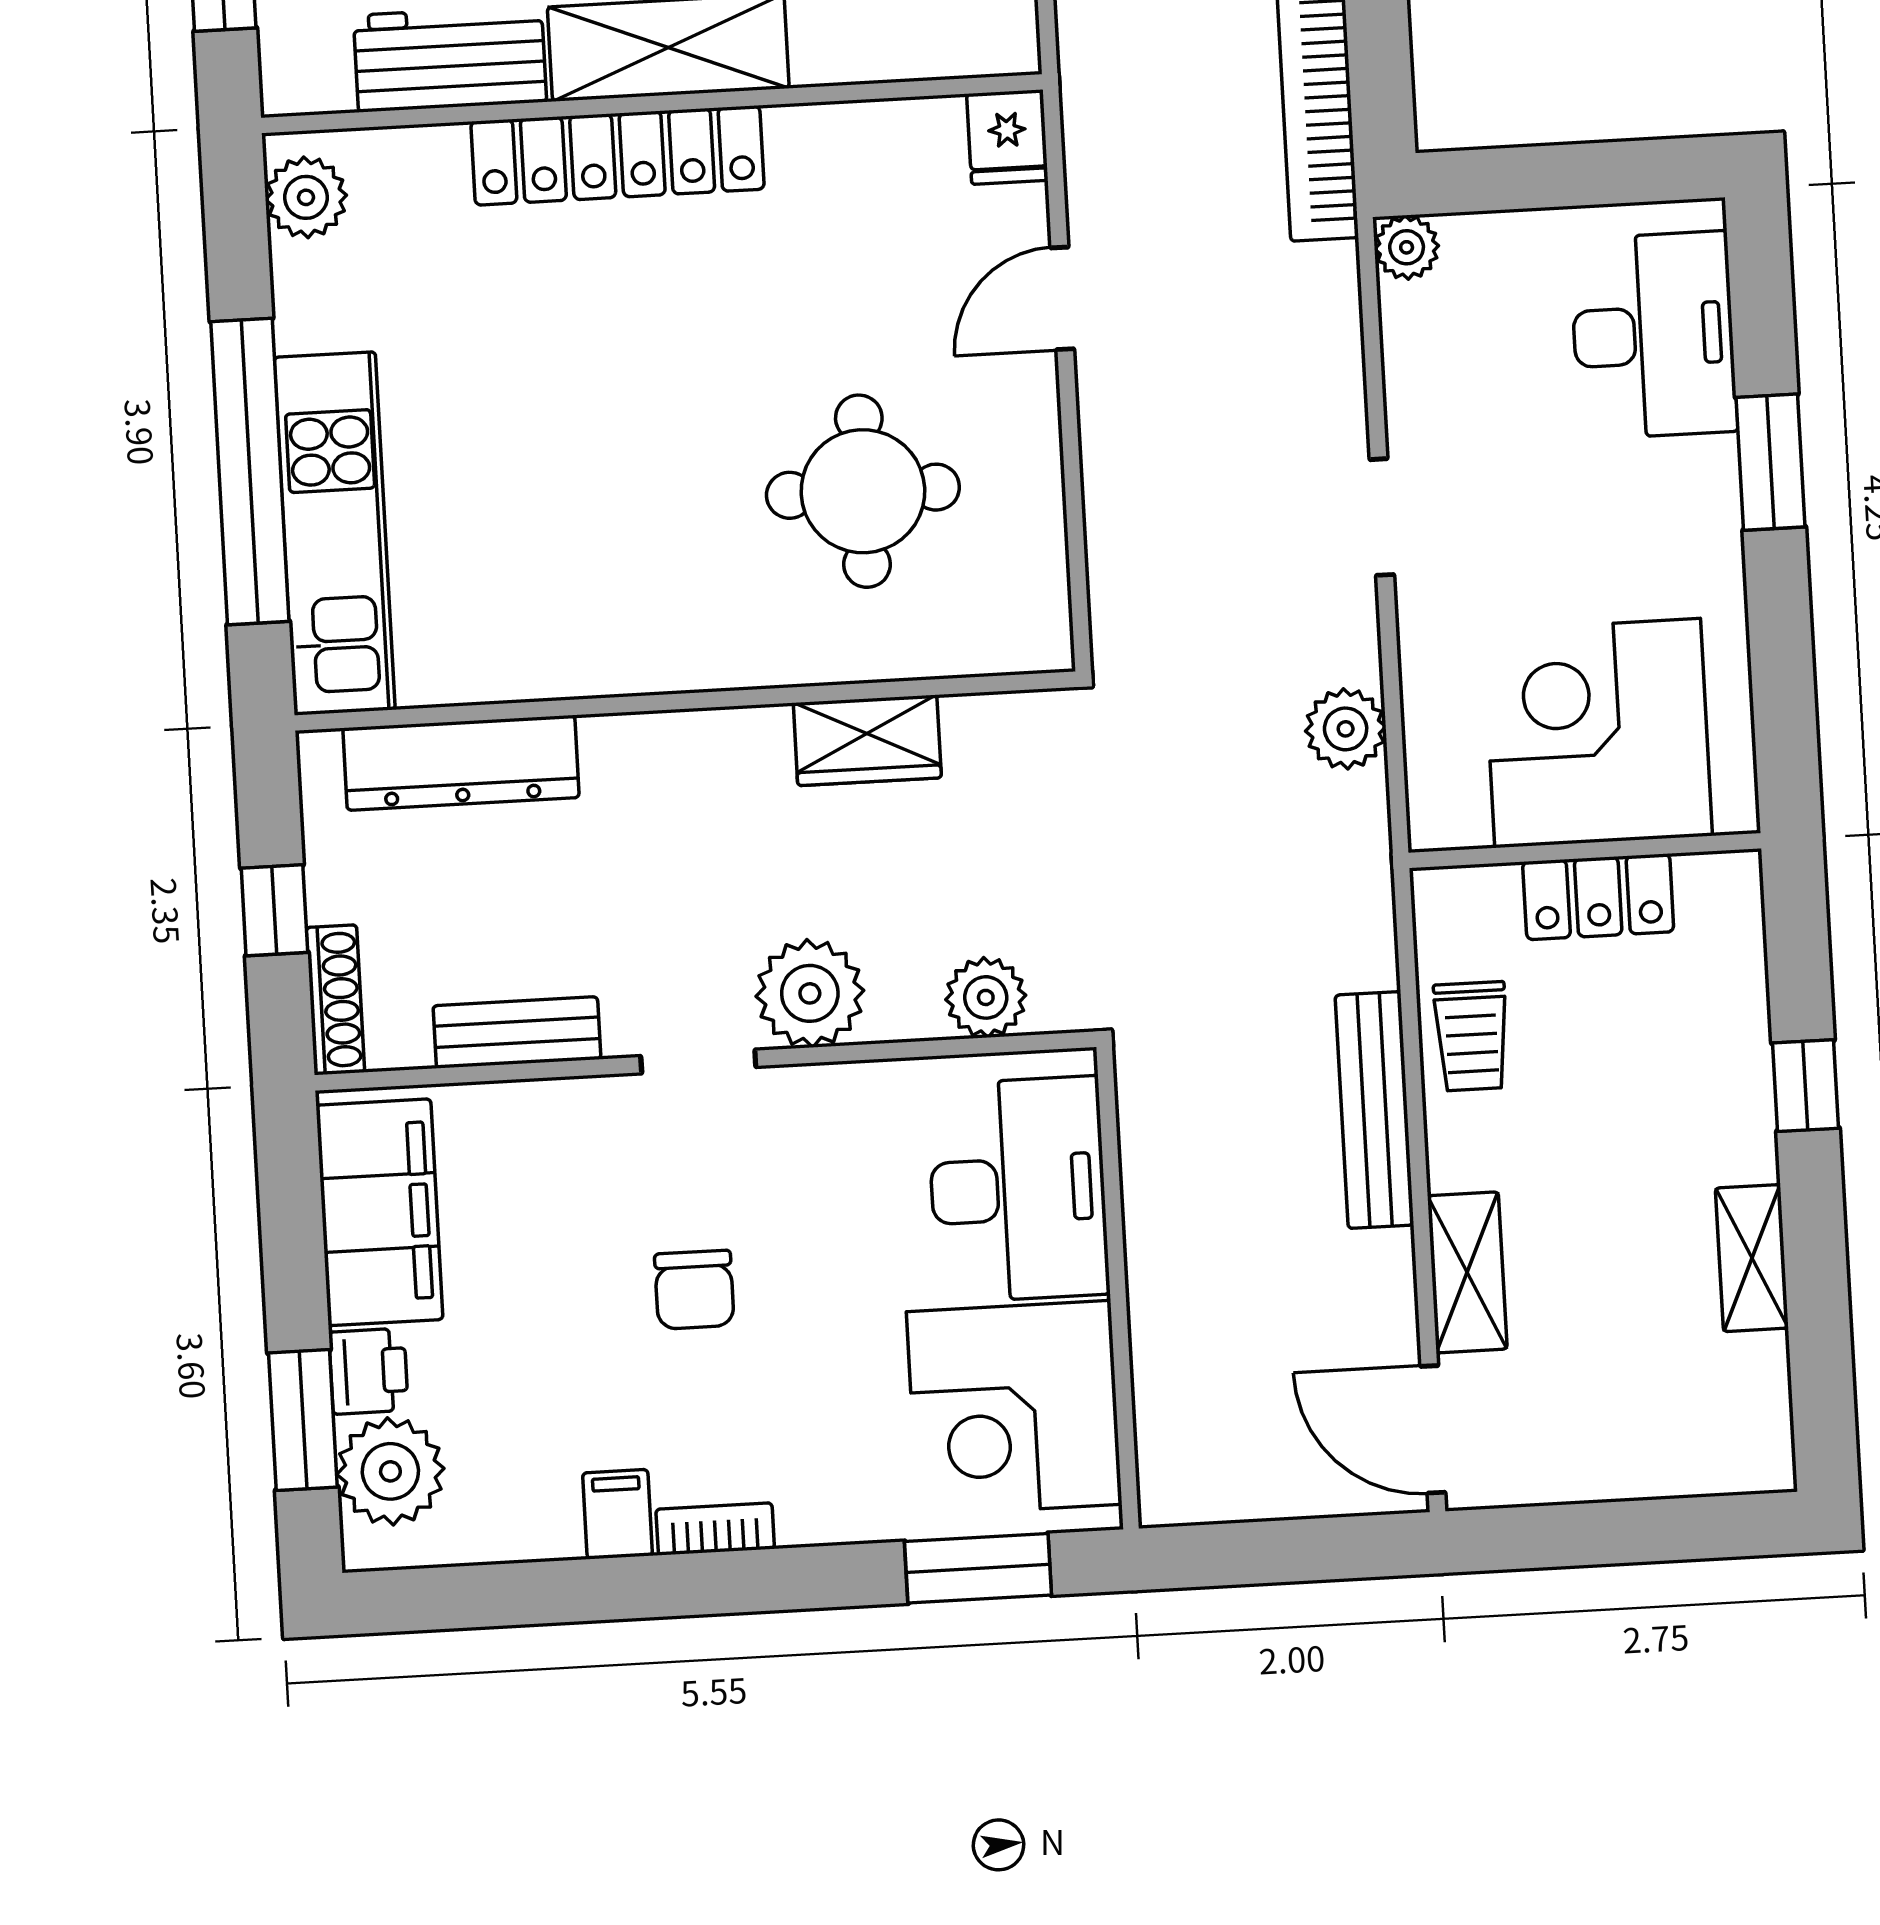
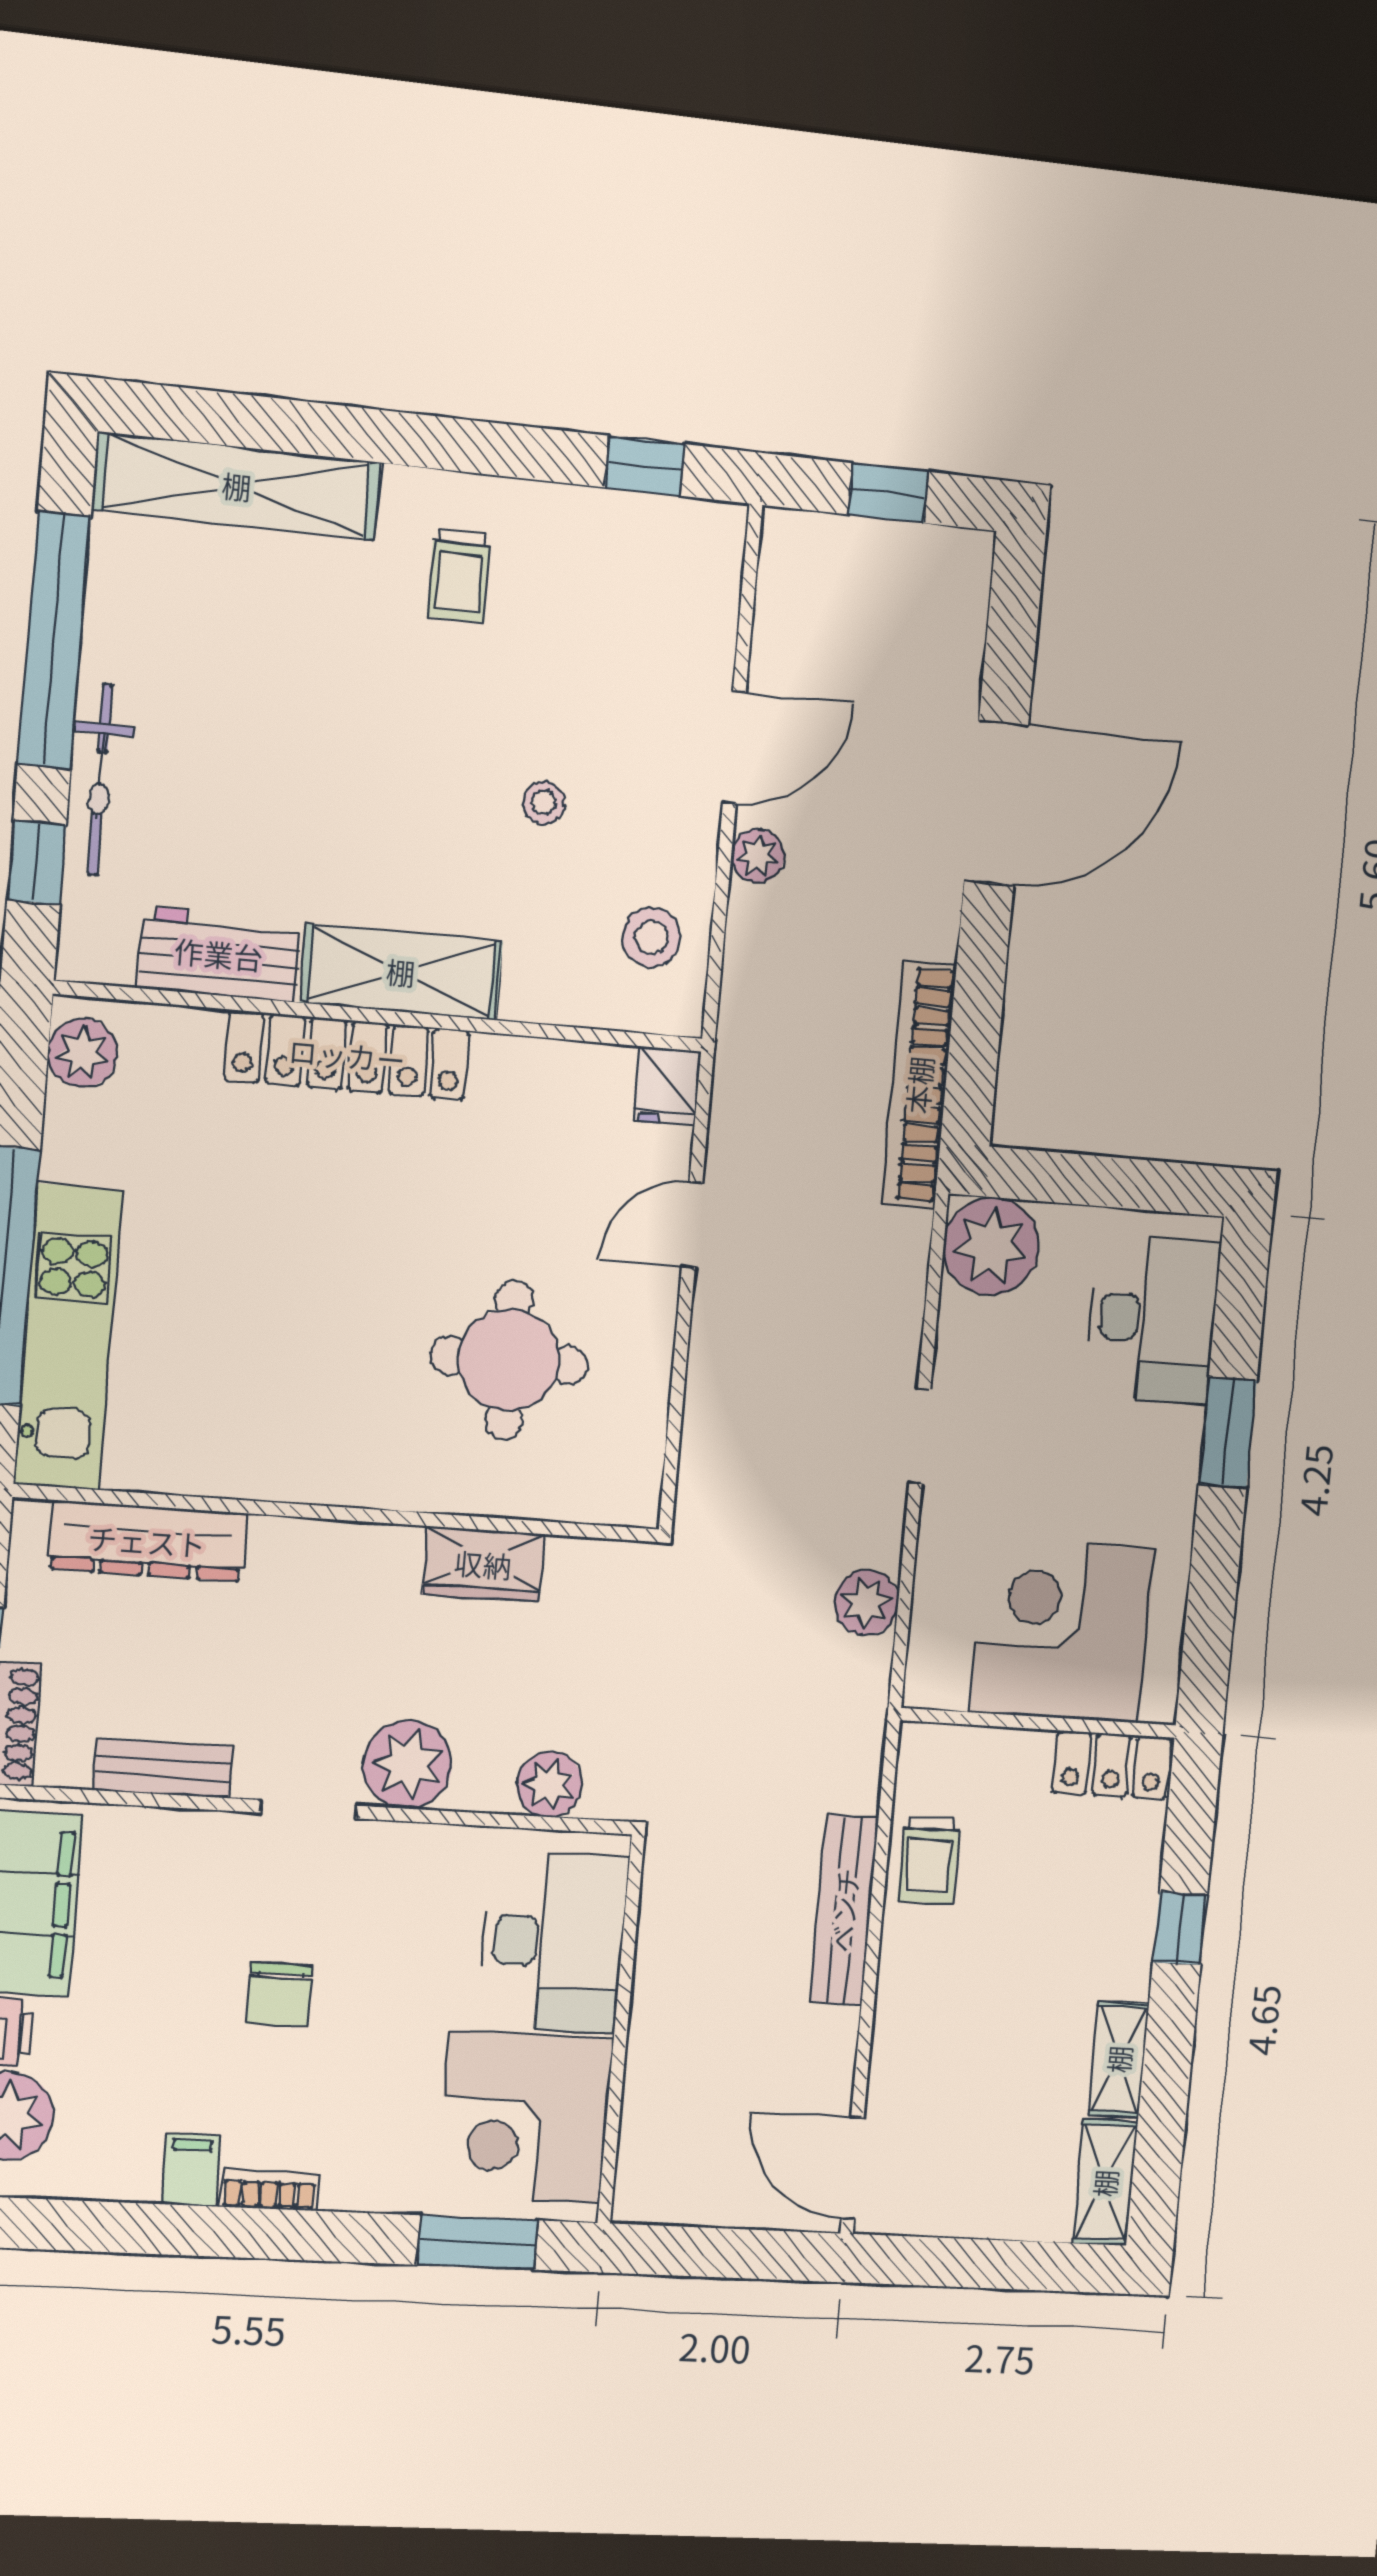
plant: (1407, 247) -> (991, 1246), width x1.88, depth x1.88
locker: (1598, 897) -> (1112, 1765), moved
shelving: (1467, 1272) -> (1105, 2183), moved

